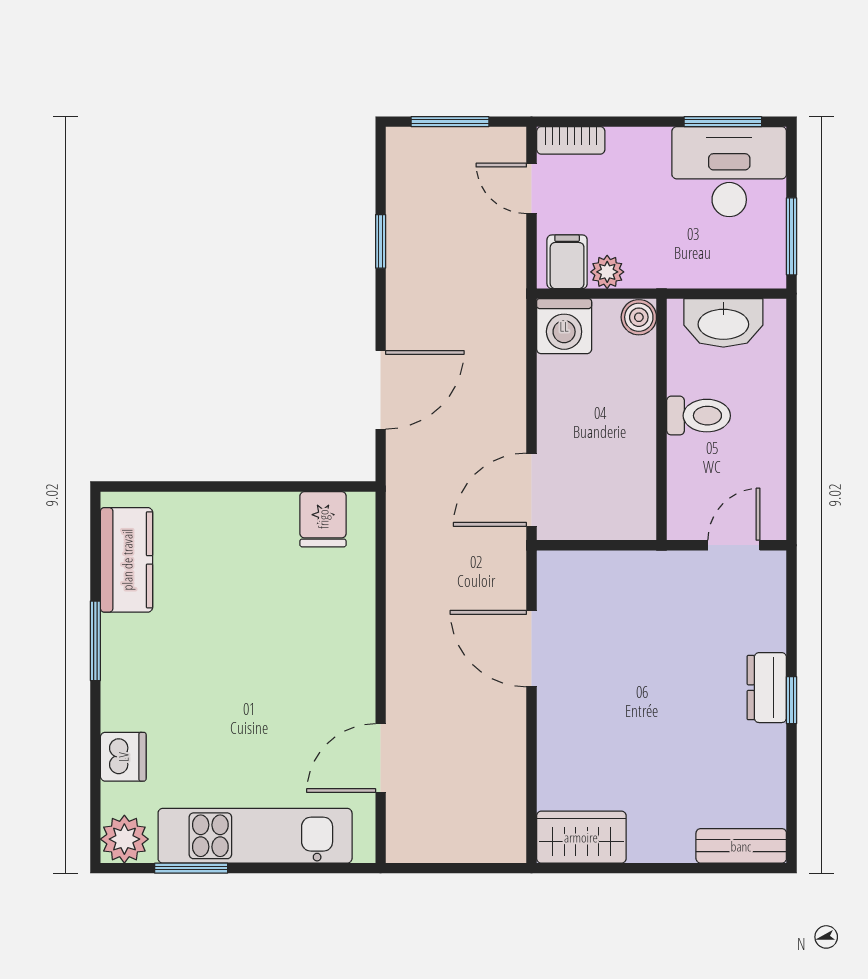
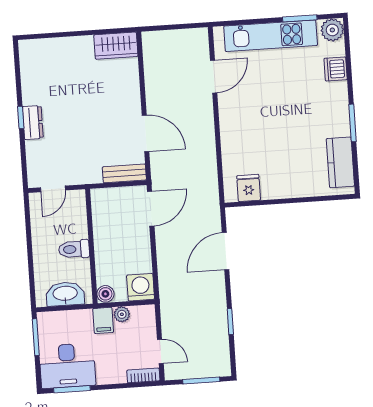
filing cabinet: (567, 262) -> (103, 320), moved
bench: (741, 846) -> (124, 173), moved

